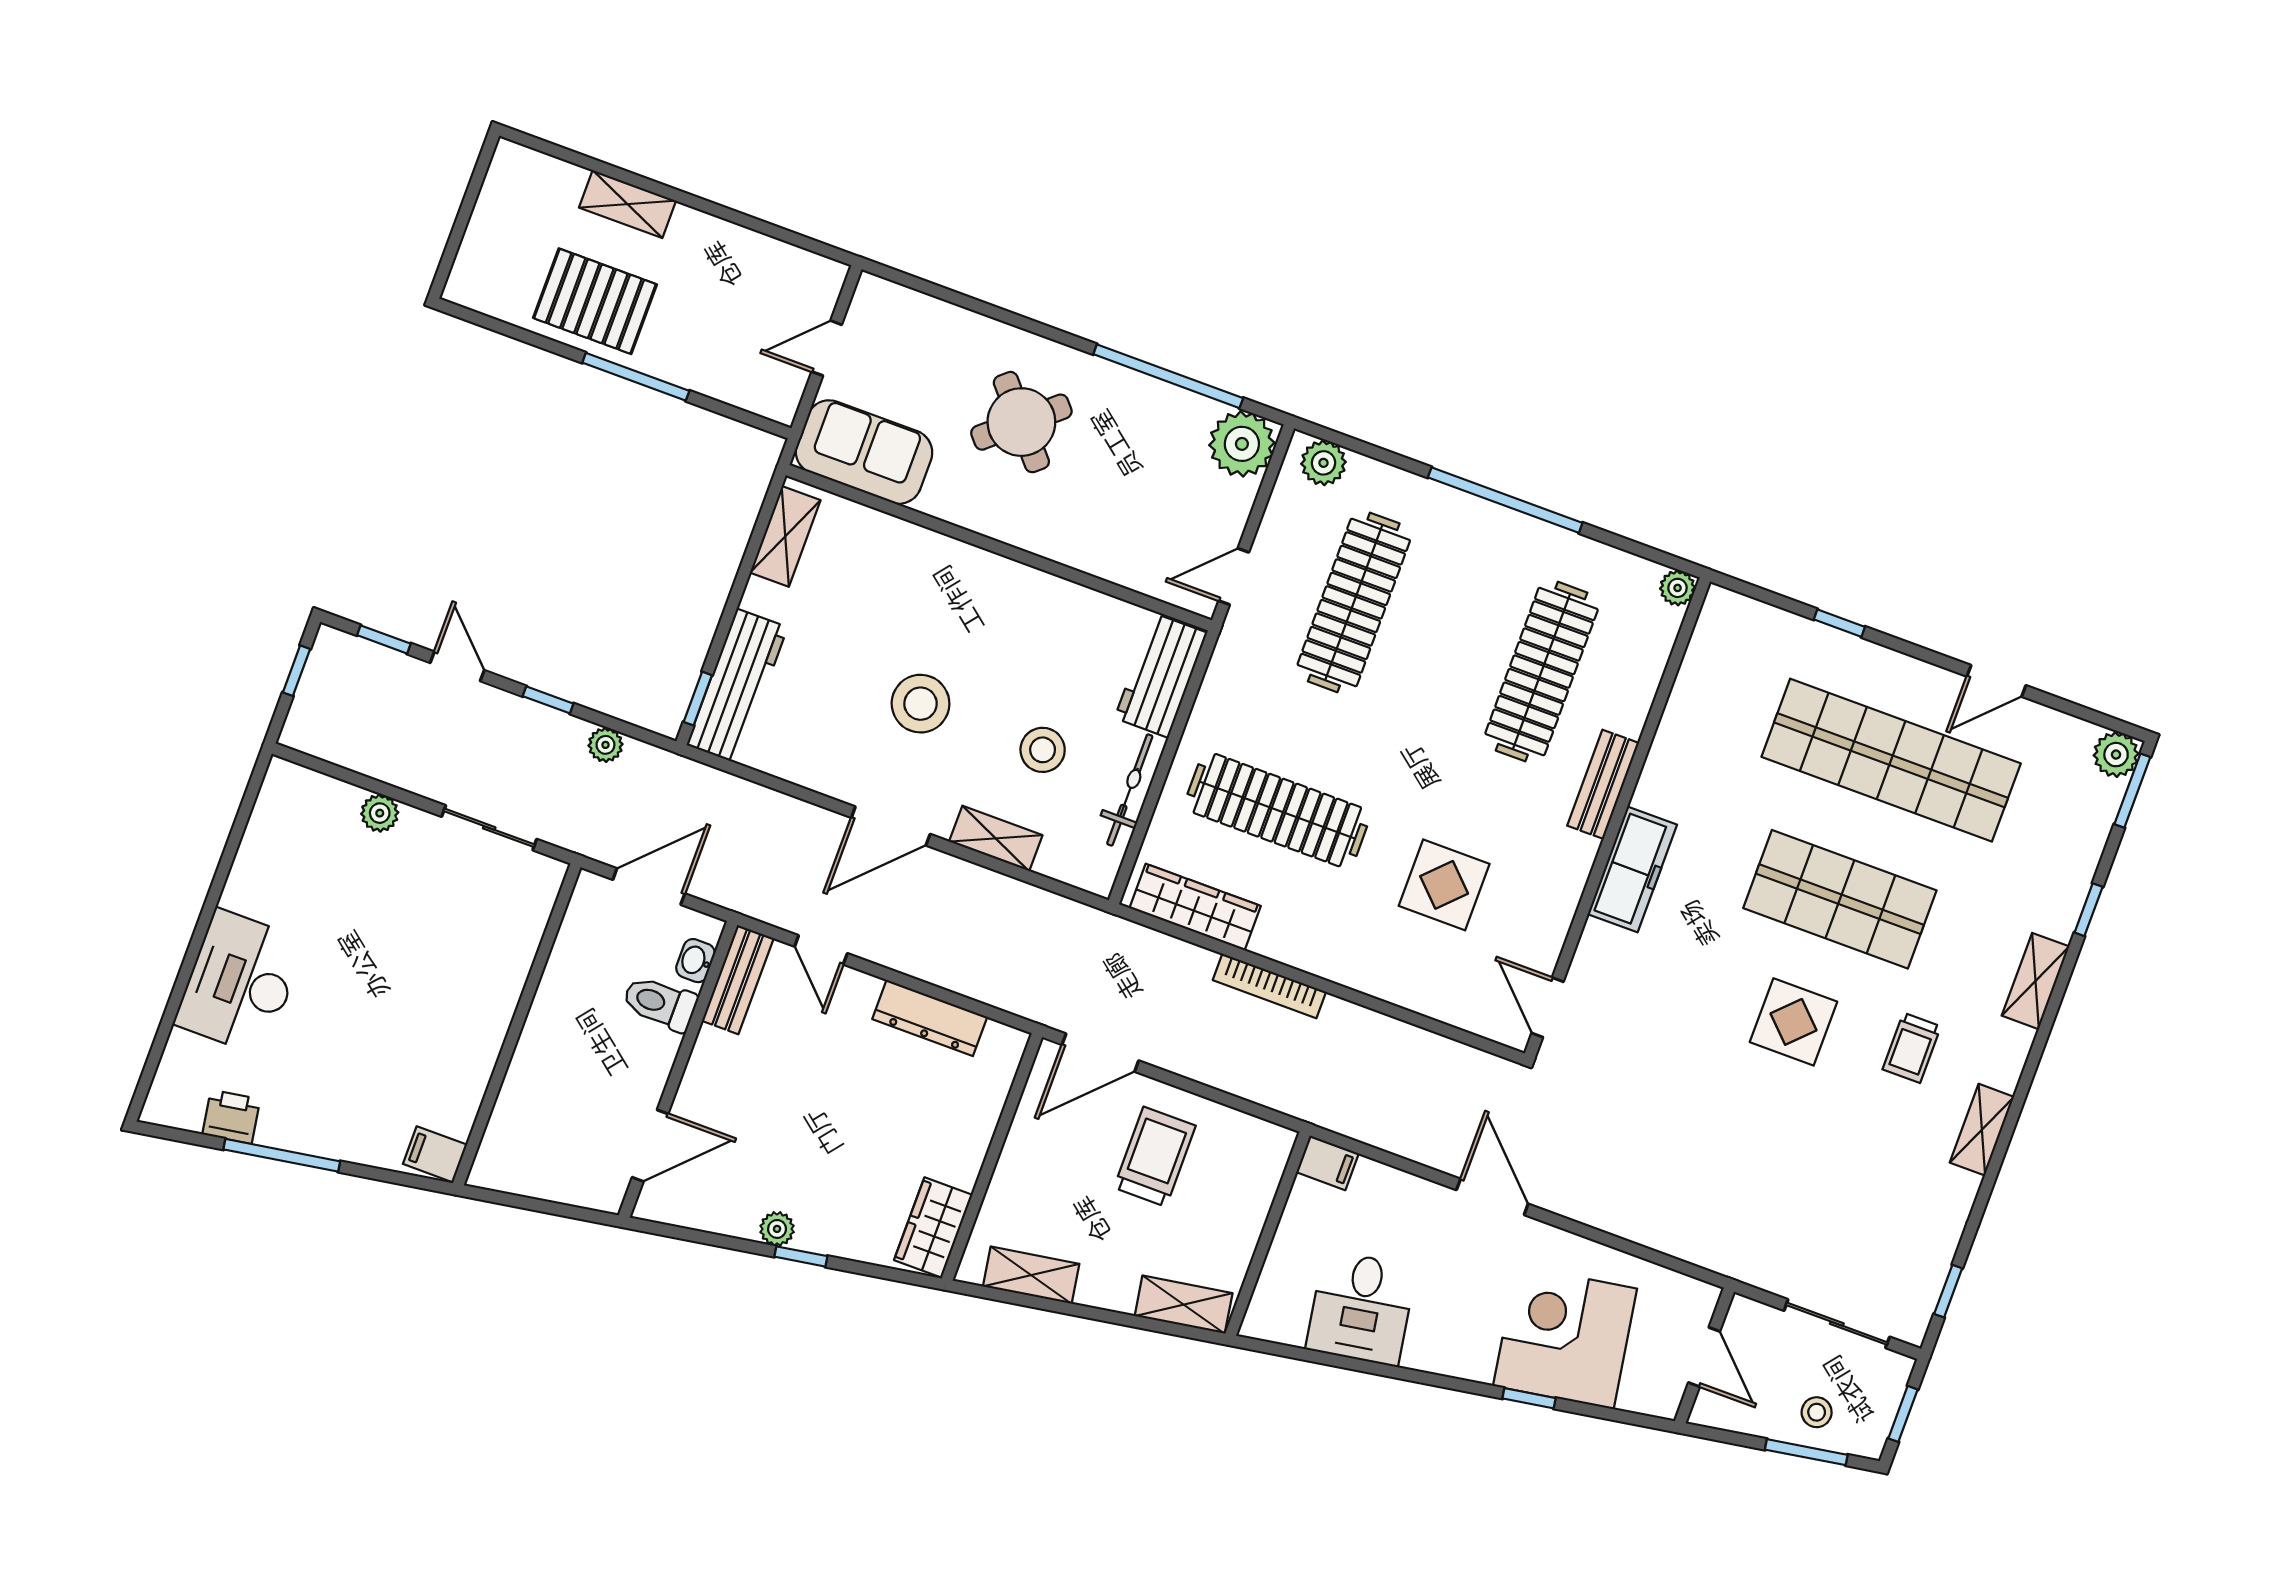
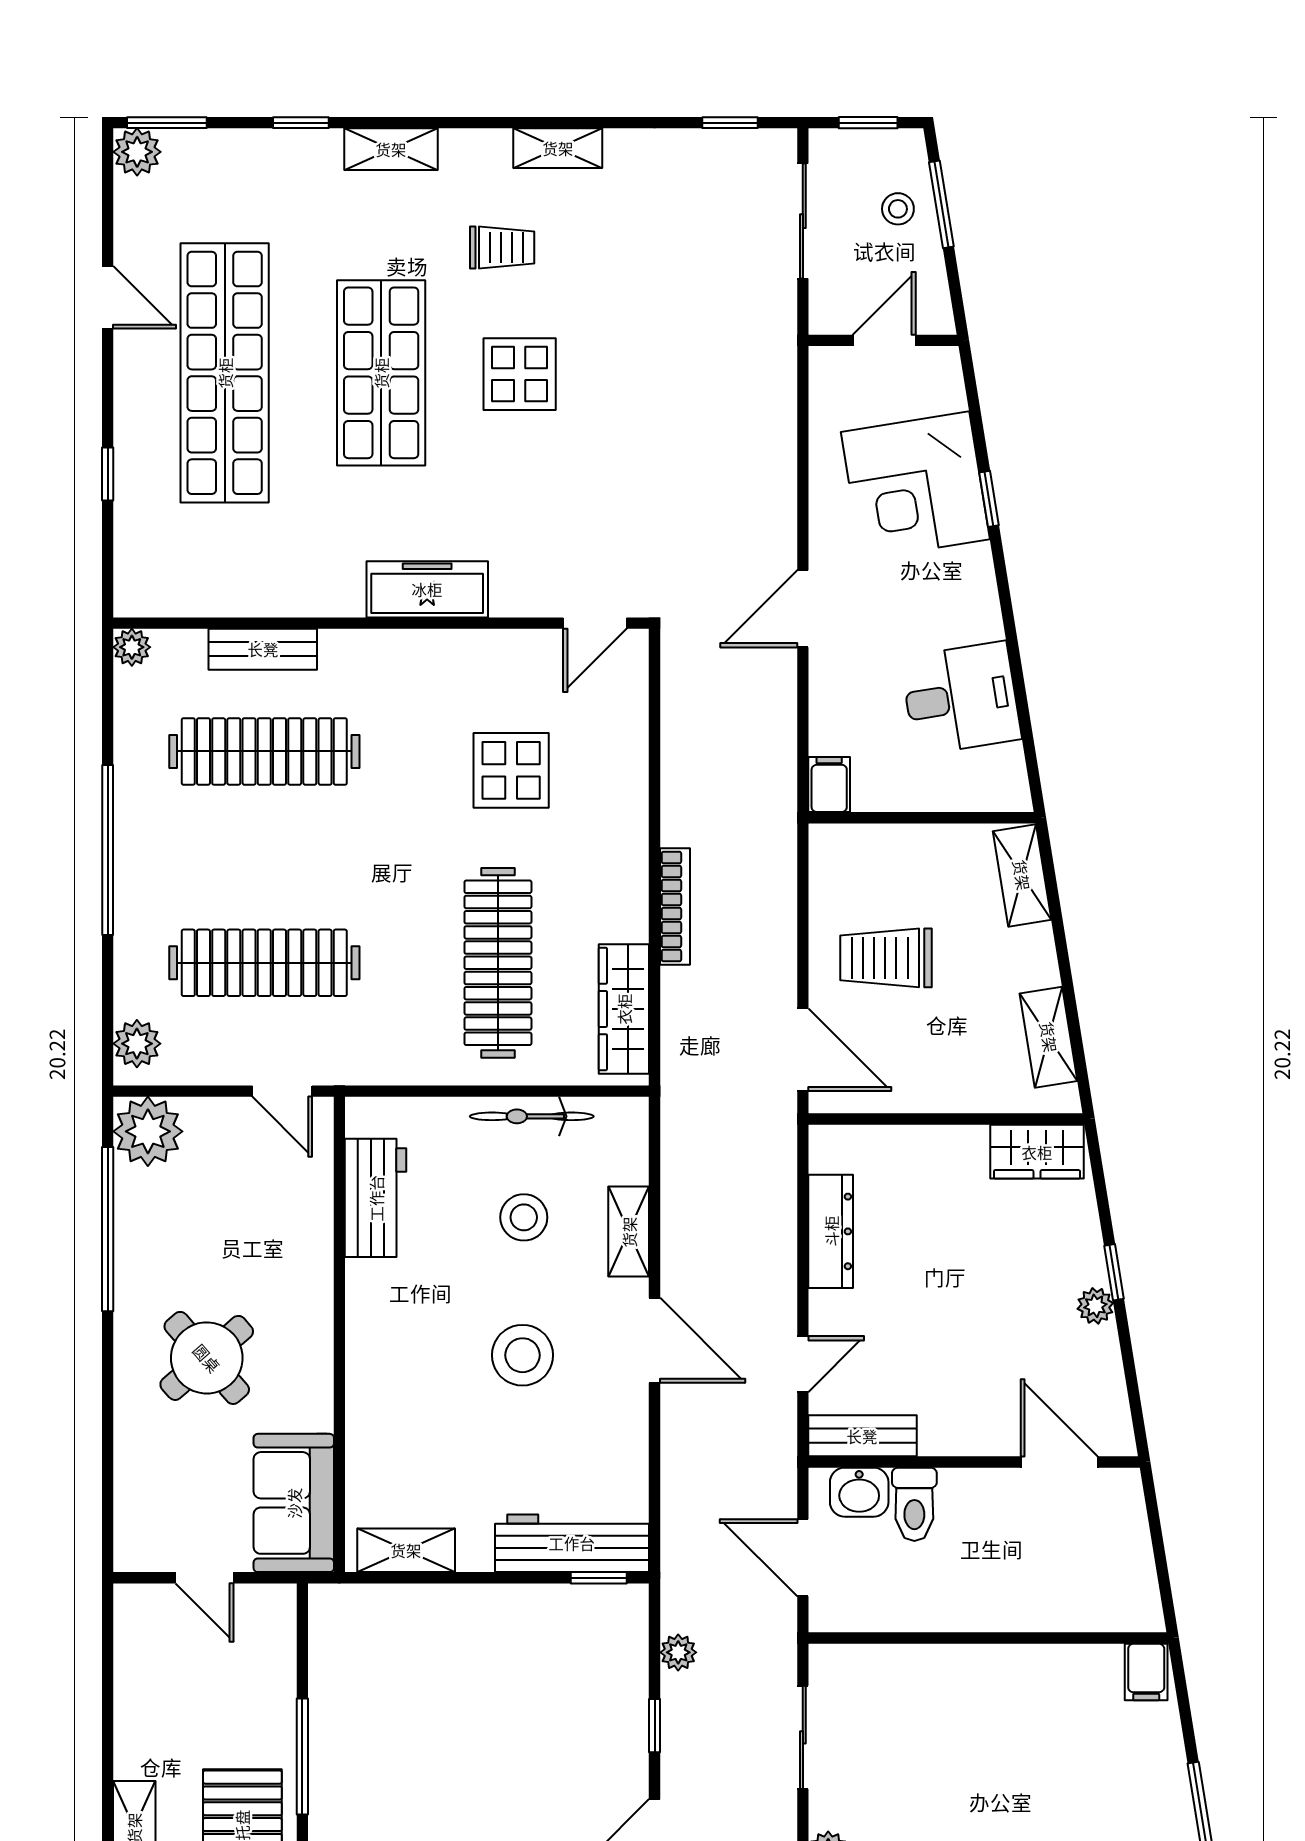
workbench: (1161, 675) -> (376, 1198), moved, turned -90
bench: (1603, 784) -> (263, 649), moved
washbasin: (695, 961) -> (859, 1492), width x1.38, depth x1.45

